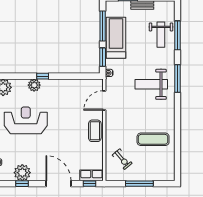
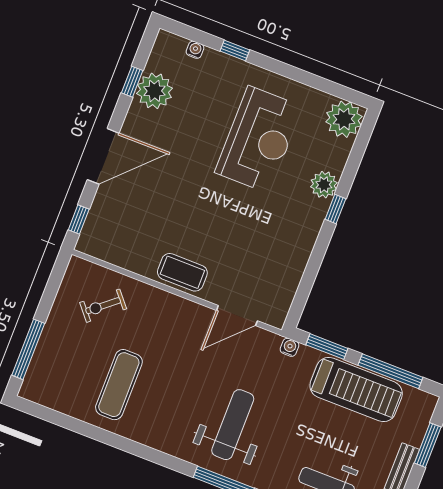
door: (104, 100) -> (237, 316), swing flipped
row of seats: (91, 175) -> (94, 230), removed
window: (139, 184) -> (28, 349), moved

